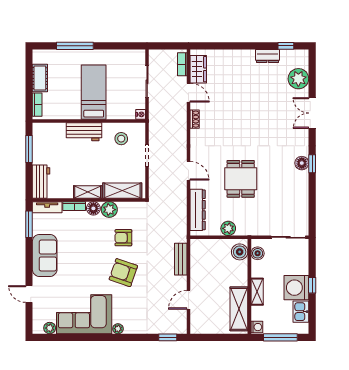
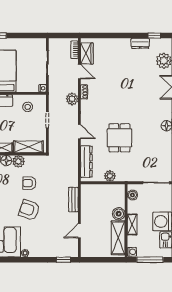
plant: (179, 128) -> (72, 99), added
boiler: (240, 252) -> (119, 214), moved

